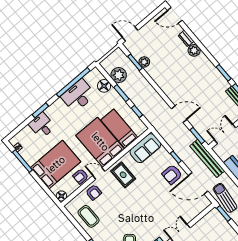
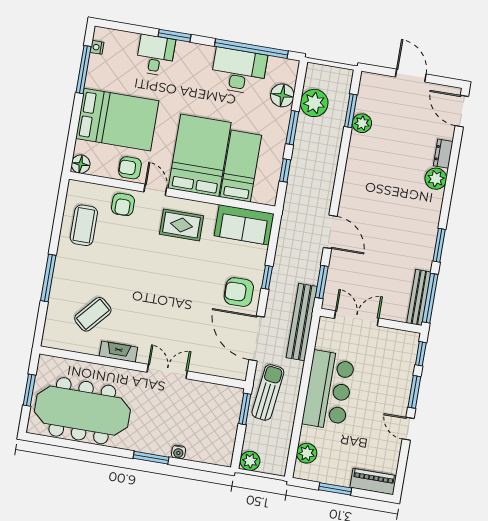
door: (130, 34) -> (411, 76), moved
rug: (123, 175) -> (181, 225), turned 90

